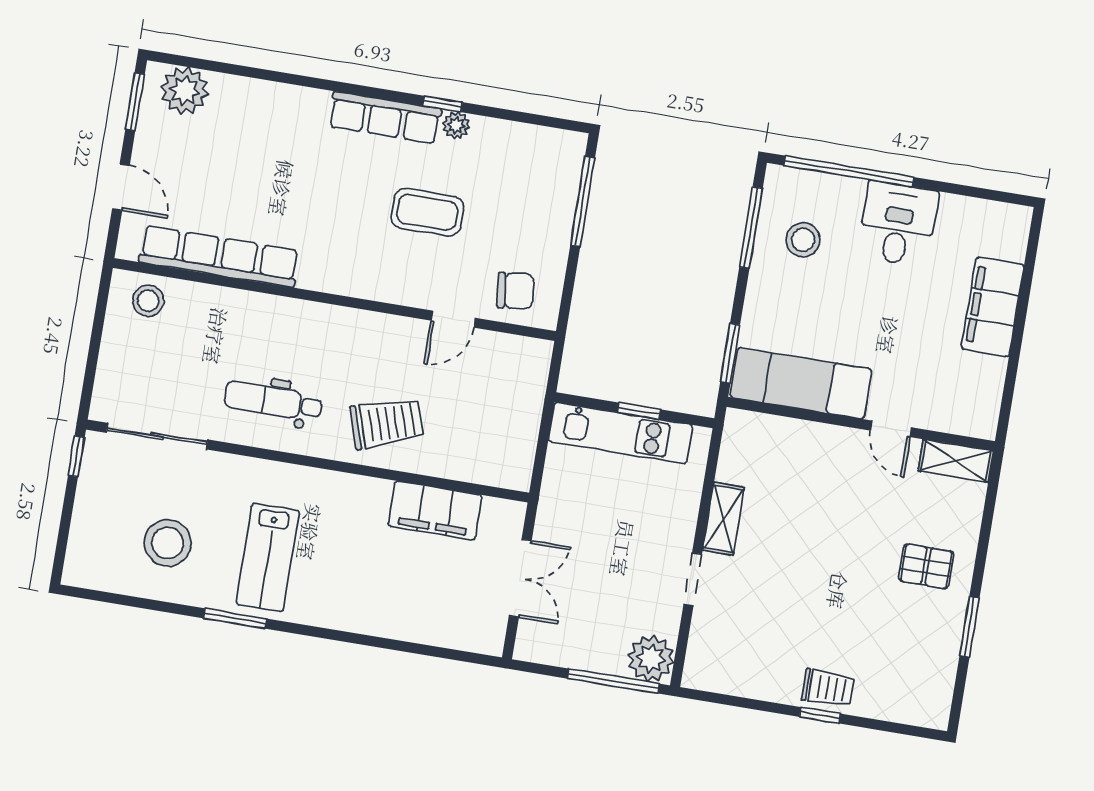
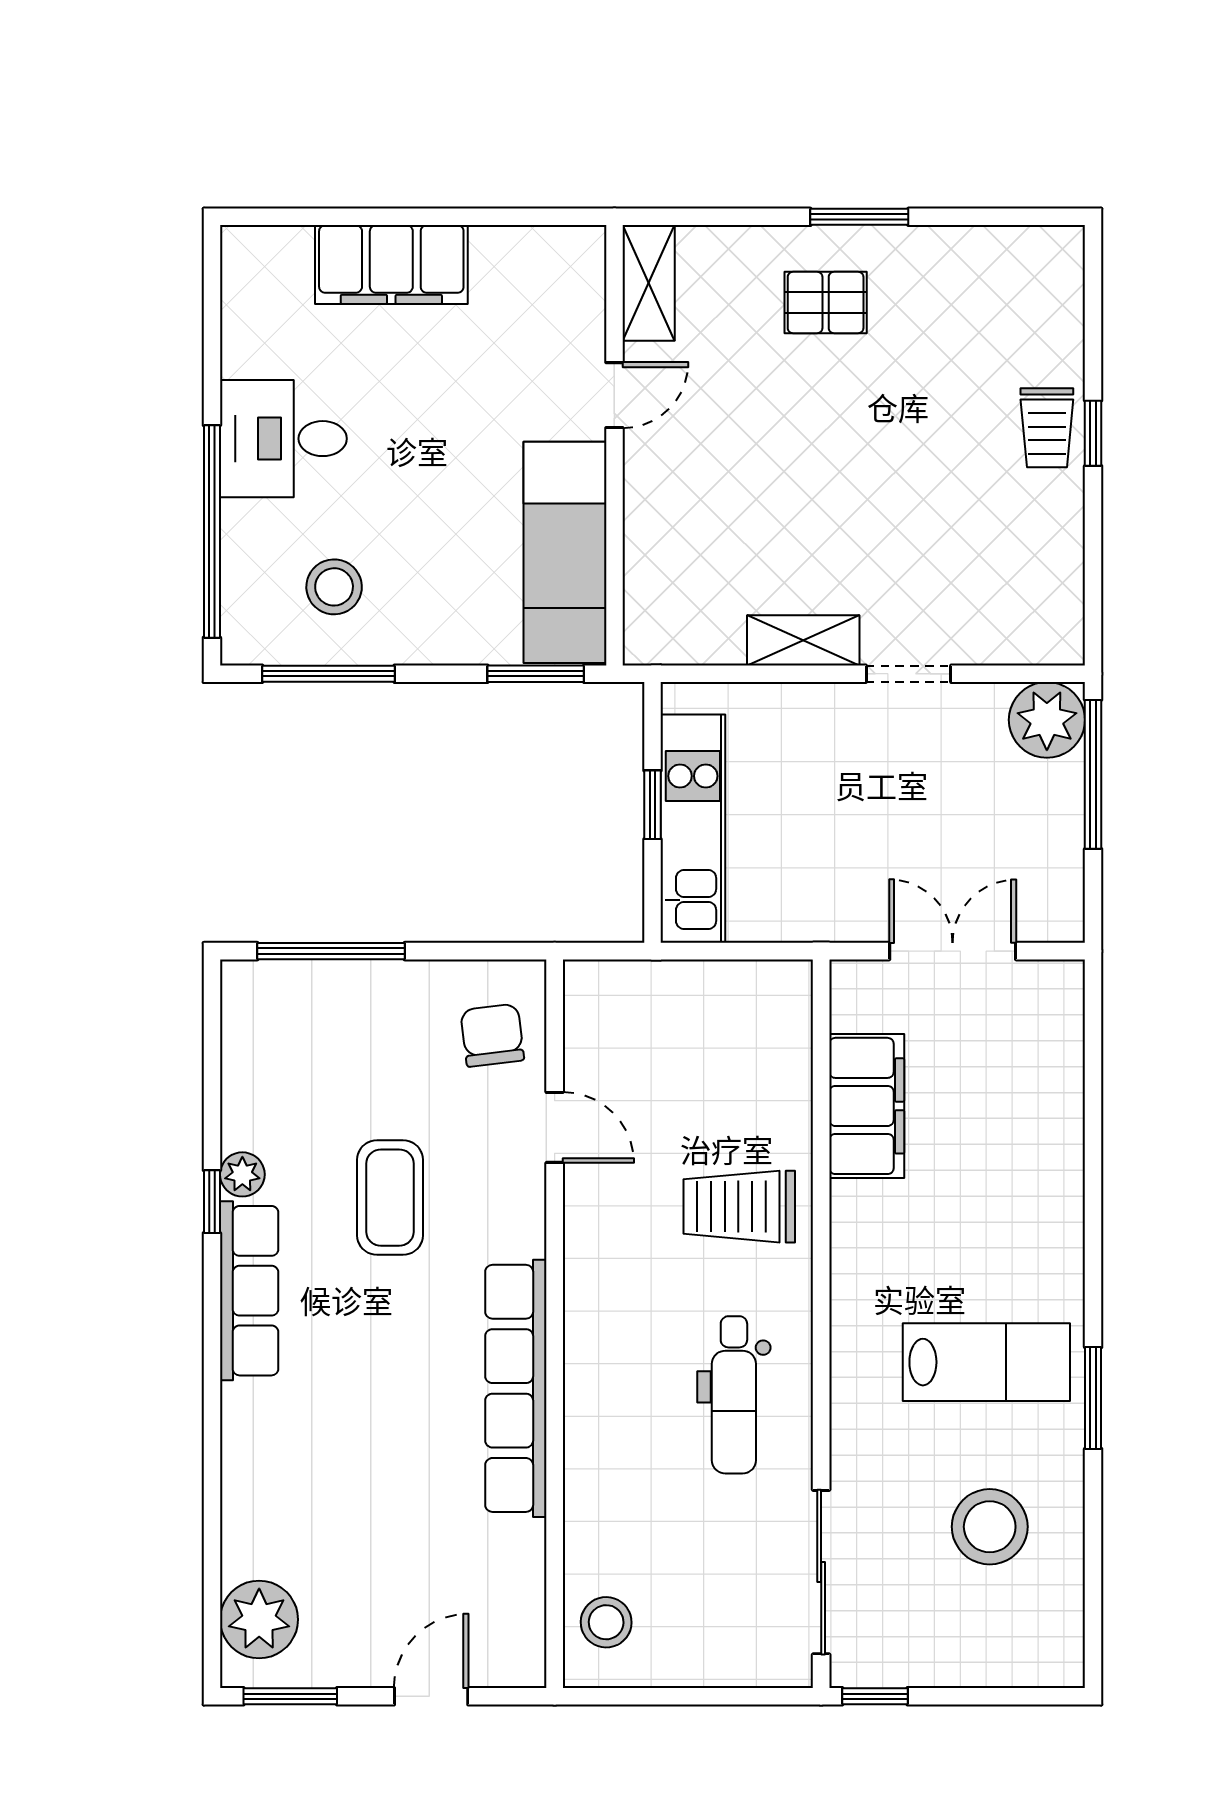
row of seats: (219, 256) -> (516, 1388), moved
trolley: (387, 423) -> (739, 1207), turned -72
pallet: (926, 566) -> (826, 303), turned 90
window: (969, 627) -> (859, 217), moved
trolley: (828, 688) -> (1047, 428), turned 180

